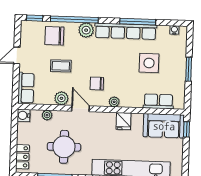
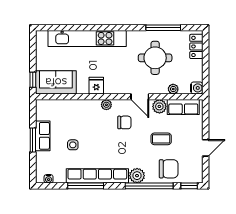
side table: (149, 63) -> (73, 145), width x0.54, depth x0.54
row of seats: (26, 88) -> (183, 107), moved, turned -90
row of seats: (158, 101) -> (43, 136), moved, turned -90

